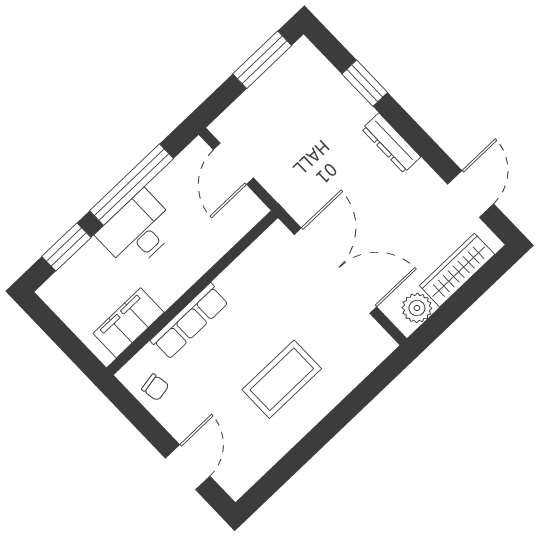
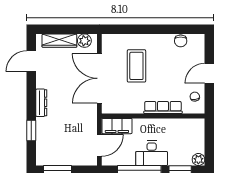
plant: (53, 292) -> (198, 159), added
filing cabinet: (128, 323) -> (117, 126), moved
coffee table: (282, 379) -> (136, 66), moved, turned 90
chair: (263, 455) -> (181, 41), added
door: (188, 467) -> (209, 73), moved

